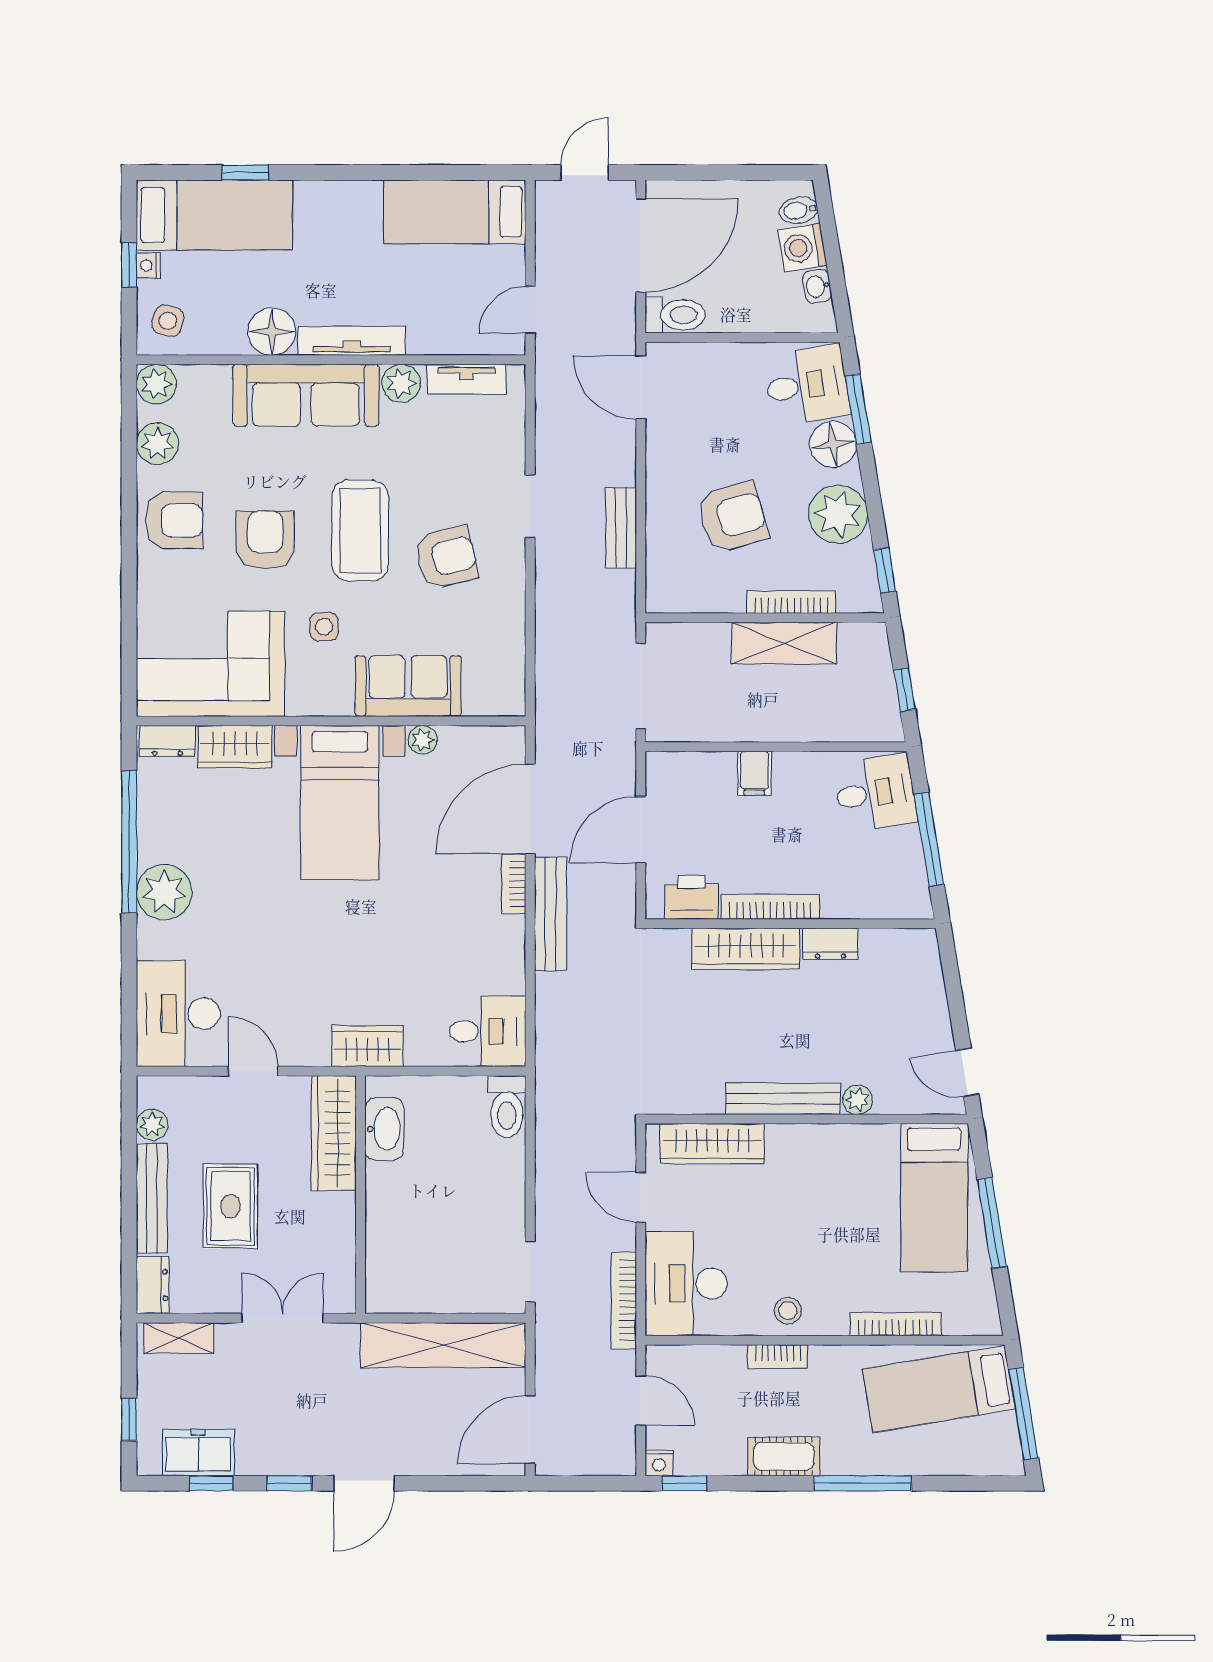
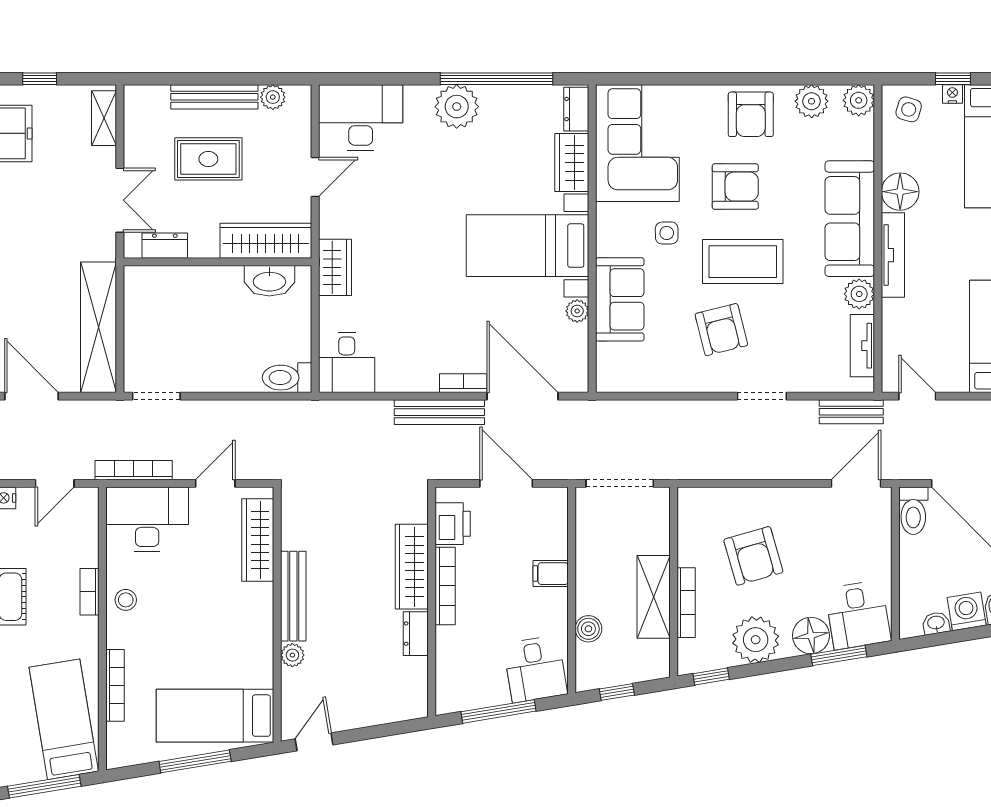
bench: (621, 528) -> (851, 412), moved
boiler: (824, 726) -> (588, 629), added
dresser: (153, 1285) -> (165, 246), moved, turned 180

